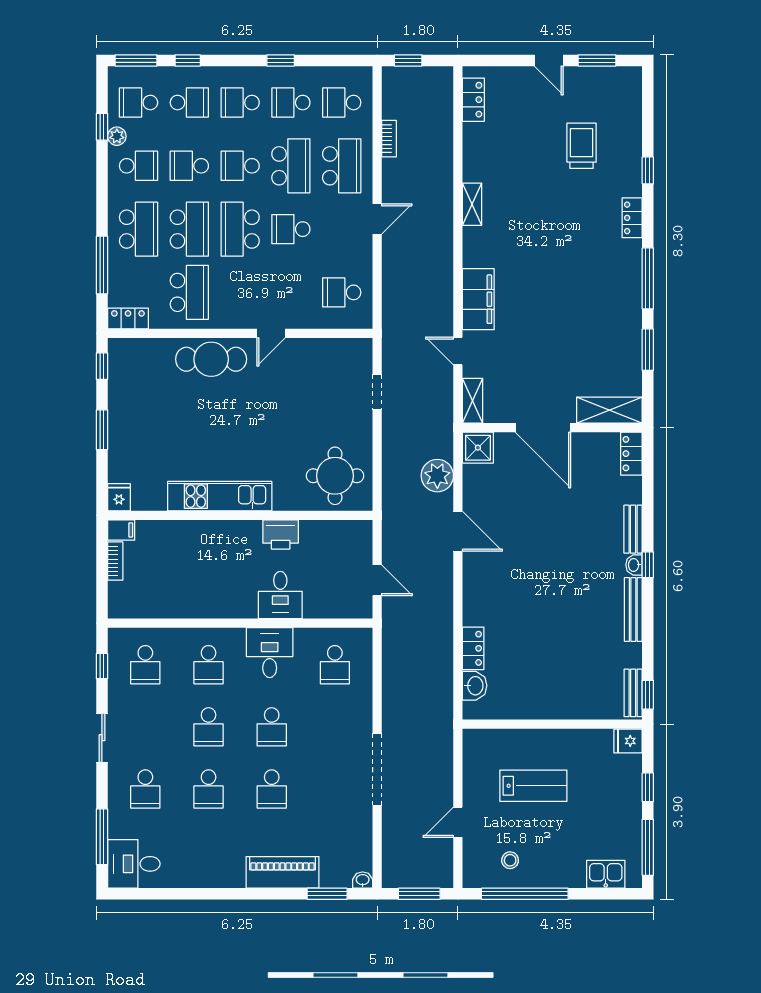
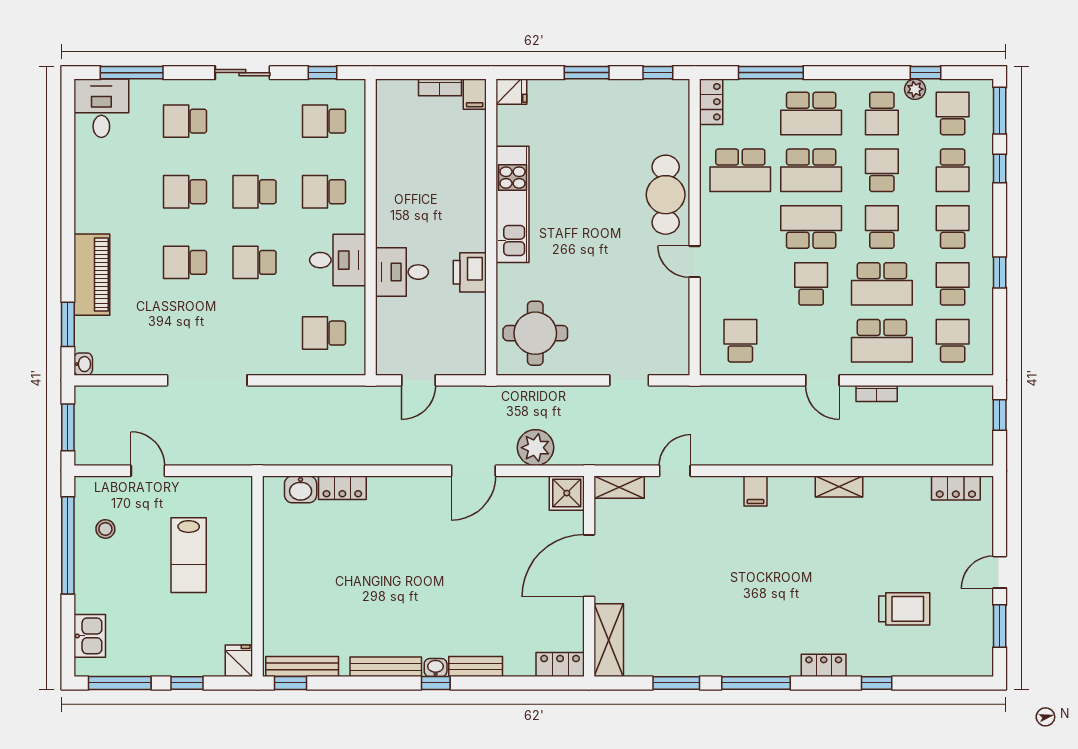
bookcase: (389, 139) -> (877, 394), moved
filing cabinet: (478, 299) -> (755, 491), width x0.33, depth x0.86
bench: (633, 693) -> (302, 667), width x1.36

